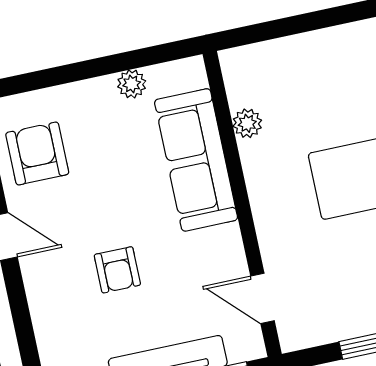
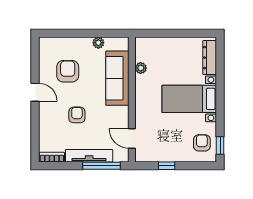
armchair: (37, 153) -> (68, 71), moved
armchair: (117, 270) -> (77, 115), turned 180

